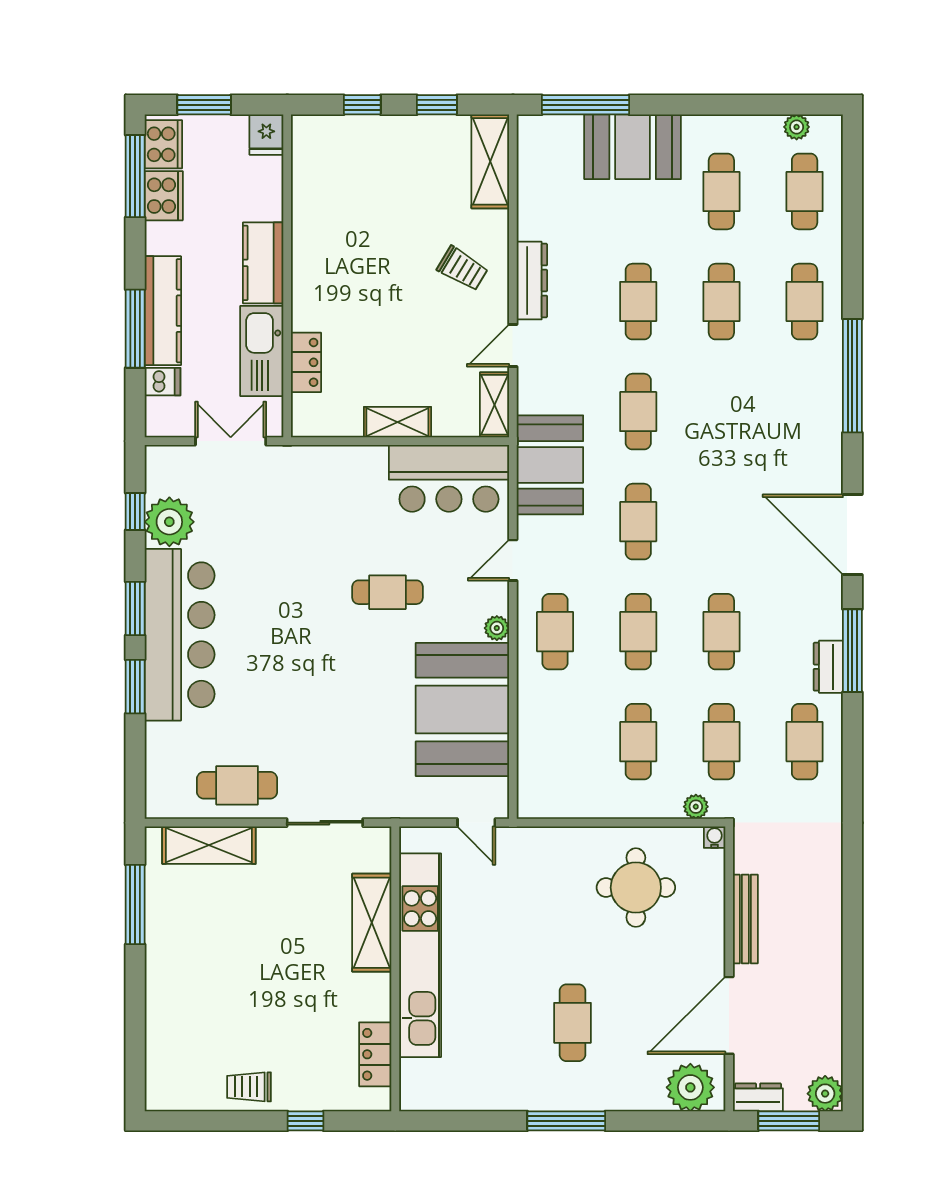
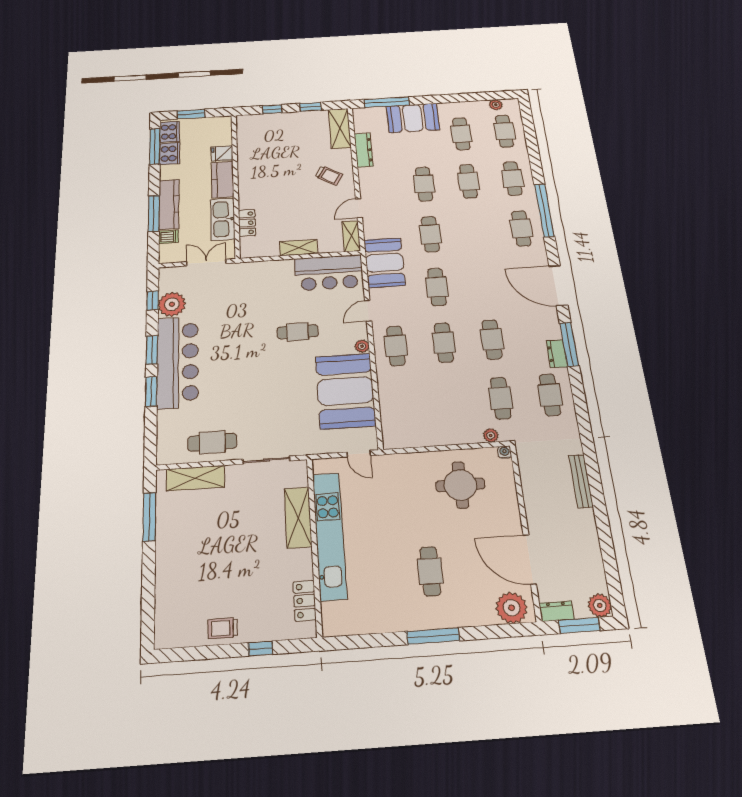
fridge: (266, 135) -> (222, 153), moved, turned 90
dresser: (532, 281) -> (364, 150), moved
cafe table: (638, 742) -> (521, 228), moved
bench: (745, 919) -> (581, 481), moved
door: (729, 1015) -> (530, 559), hinge flipped

